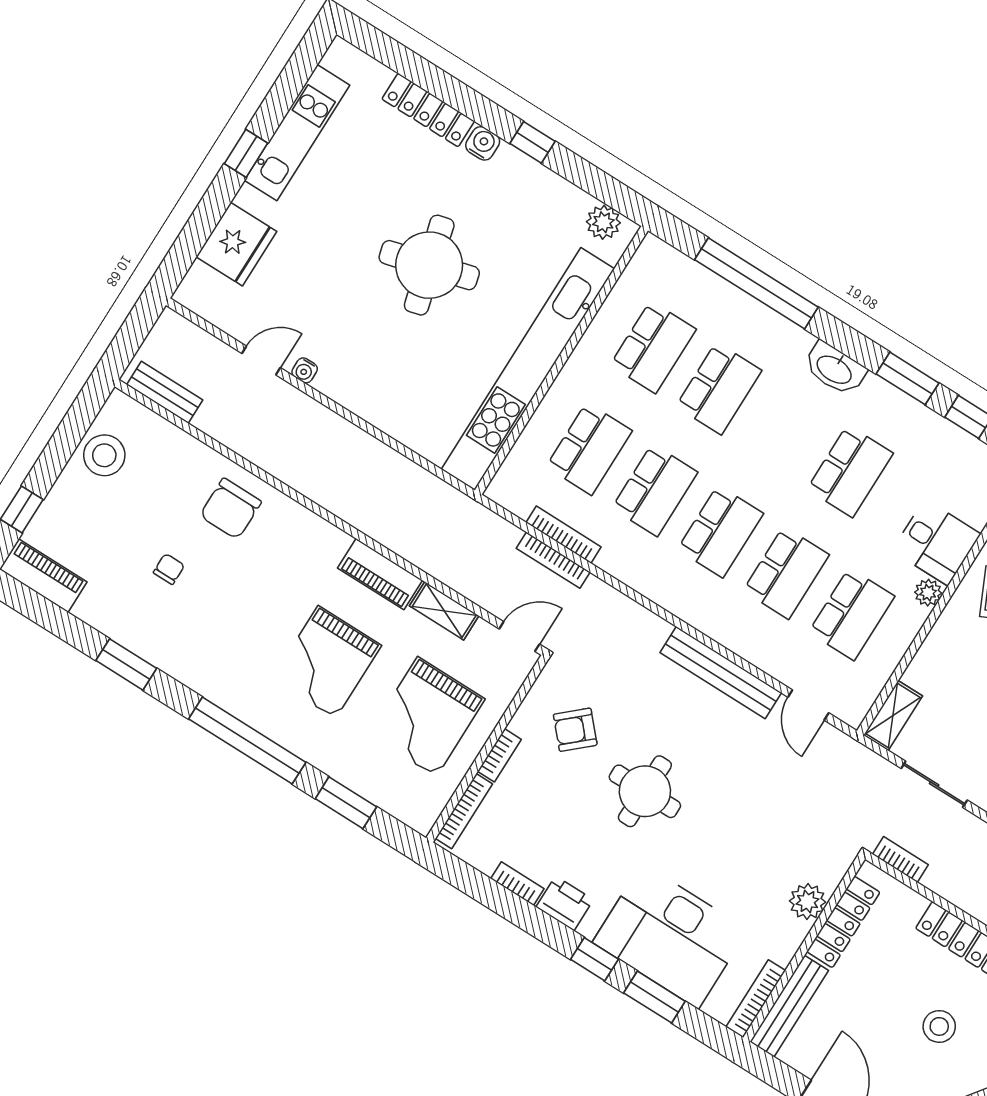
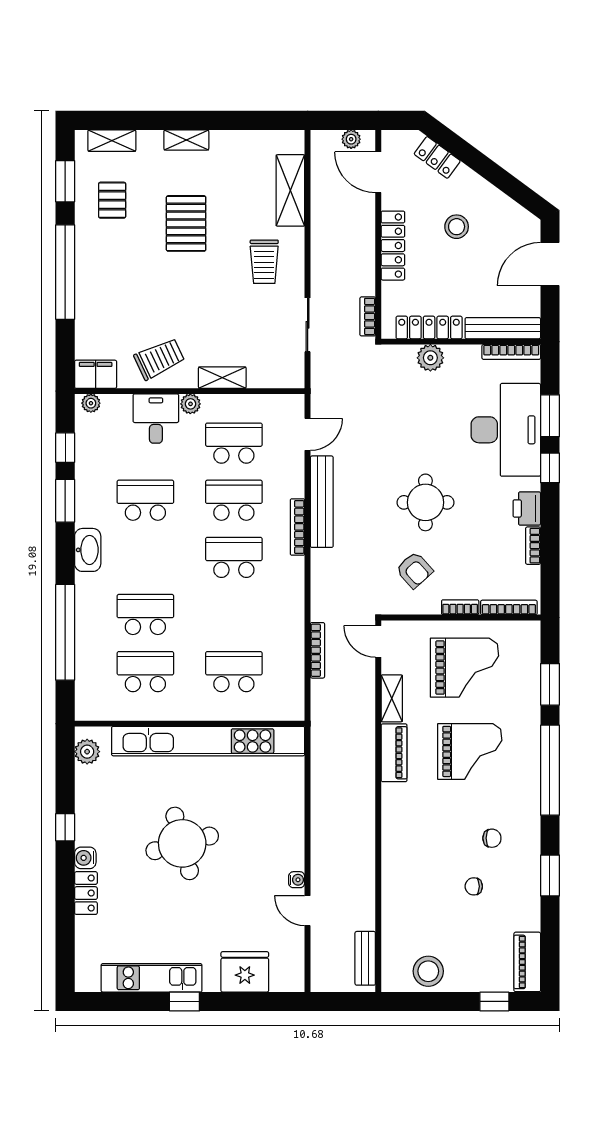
locker: (428, 110) -> (86, 893), width x0.66
school desk: (655, 490) -> (234, 615), removed
chair: (230, 509) -> (492, 838), moved, width x0.54, depth x0.54
bookcase: (564, 535) -> (297, 527), moved
shelving: (893, 715) -> (222, 378), moved

